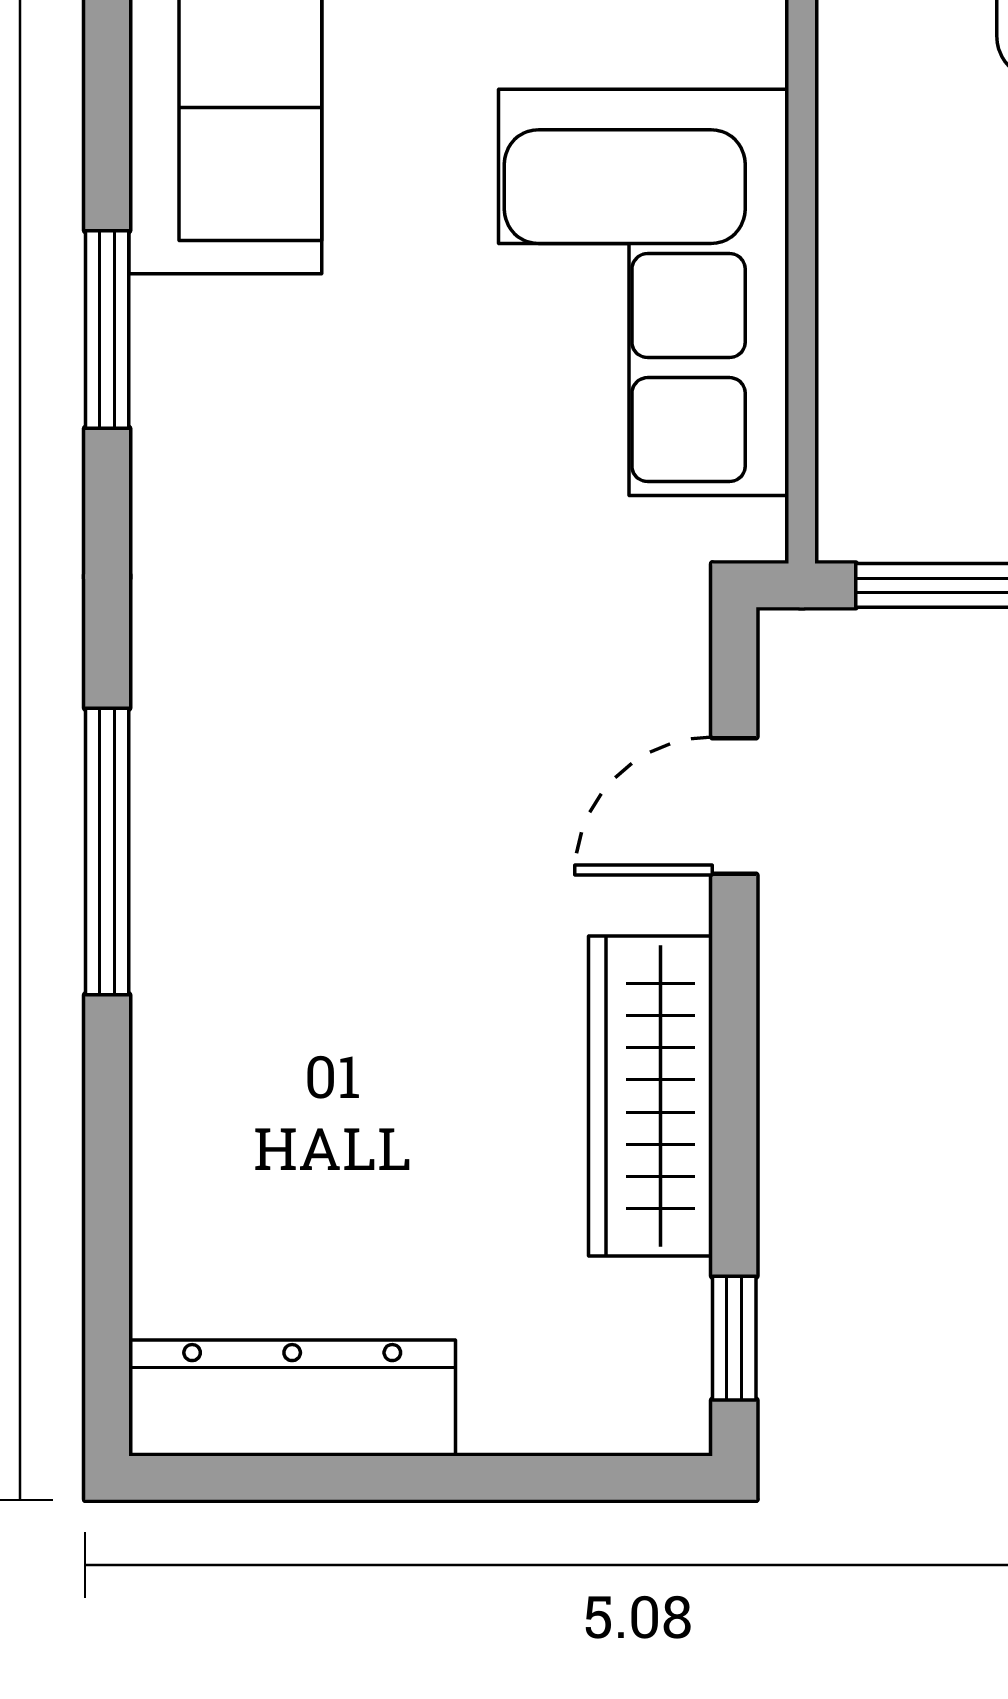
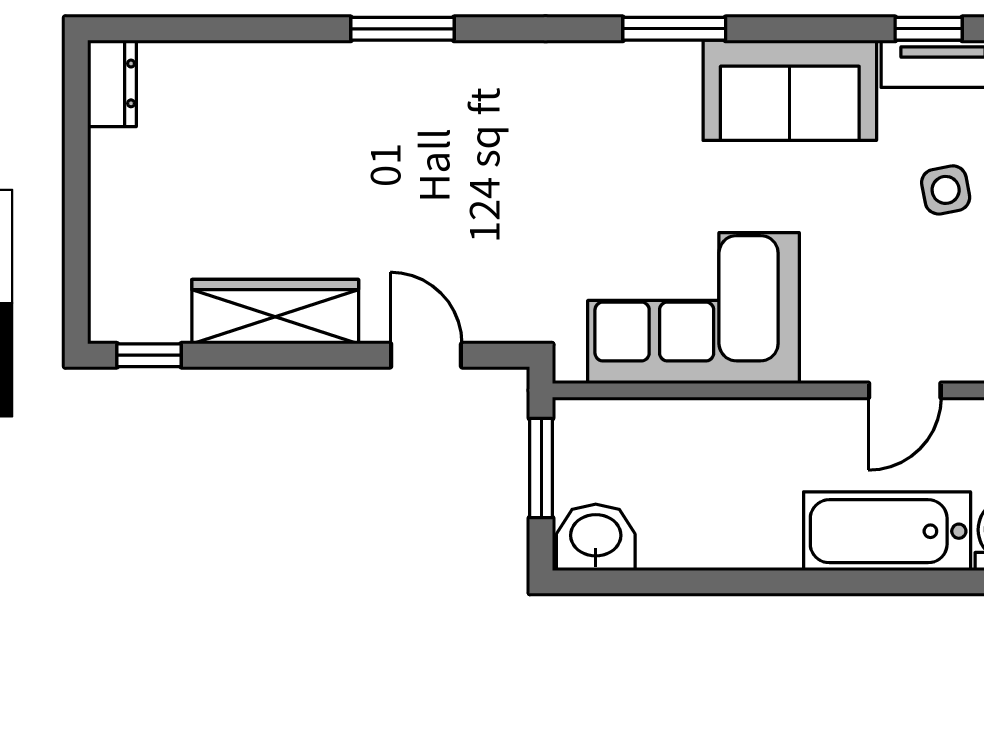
window: (107, 852) -> (402, 29), width x0.69
dresser: (292, 1398) -> (112, 83), width x0.51, depth x0.80

